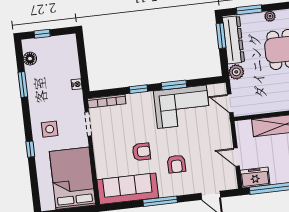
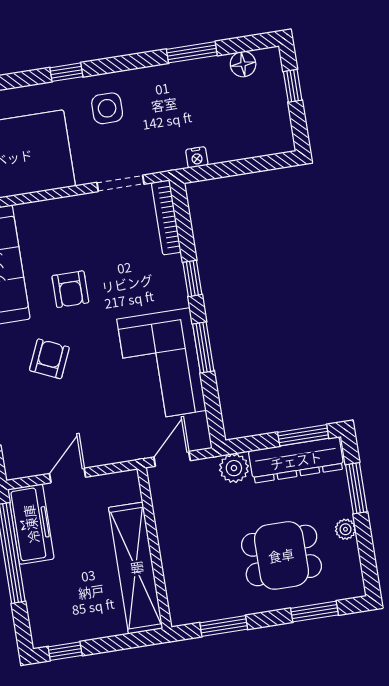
armchair: (176, 164) -> (49, 359), turned 114
freezer: (255, 178) -> (31, 524), width x1.40

